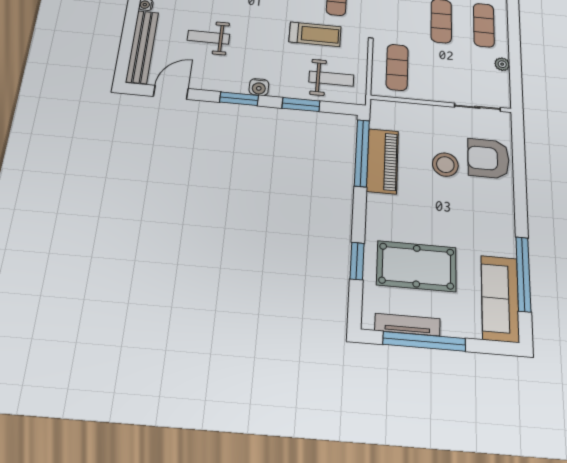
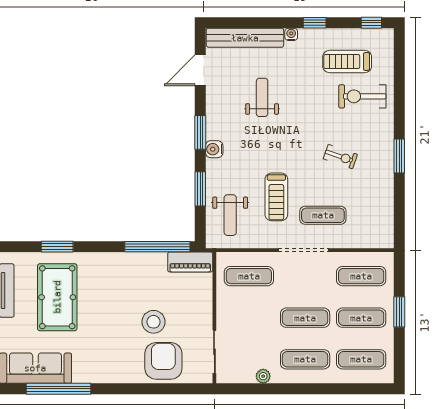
door: (171, 92) -> (200, 70), swing flipped
piano: (382, 161) -> (190, 262), moved, width x0.73, depth x0.75

